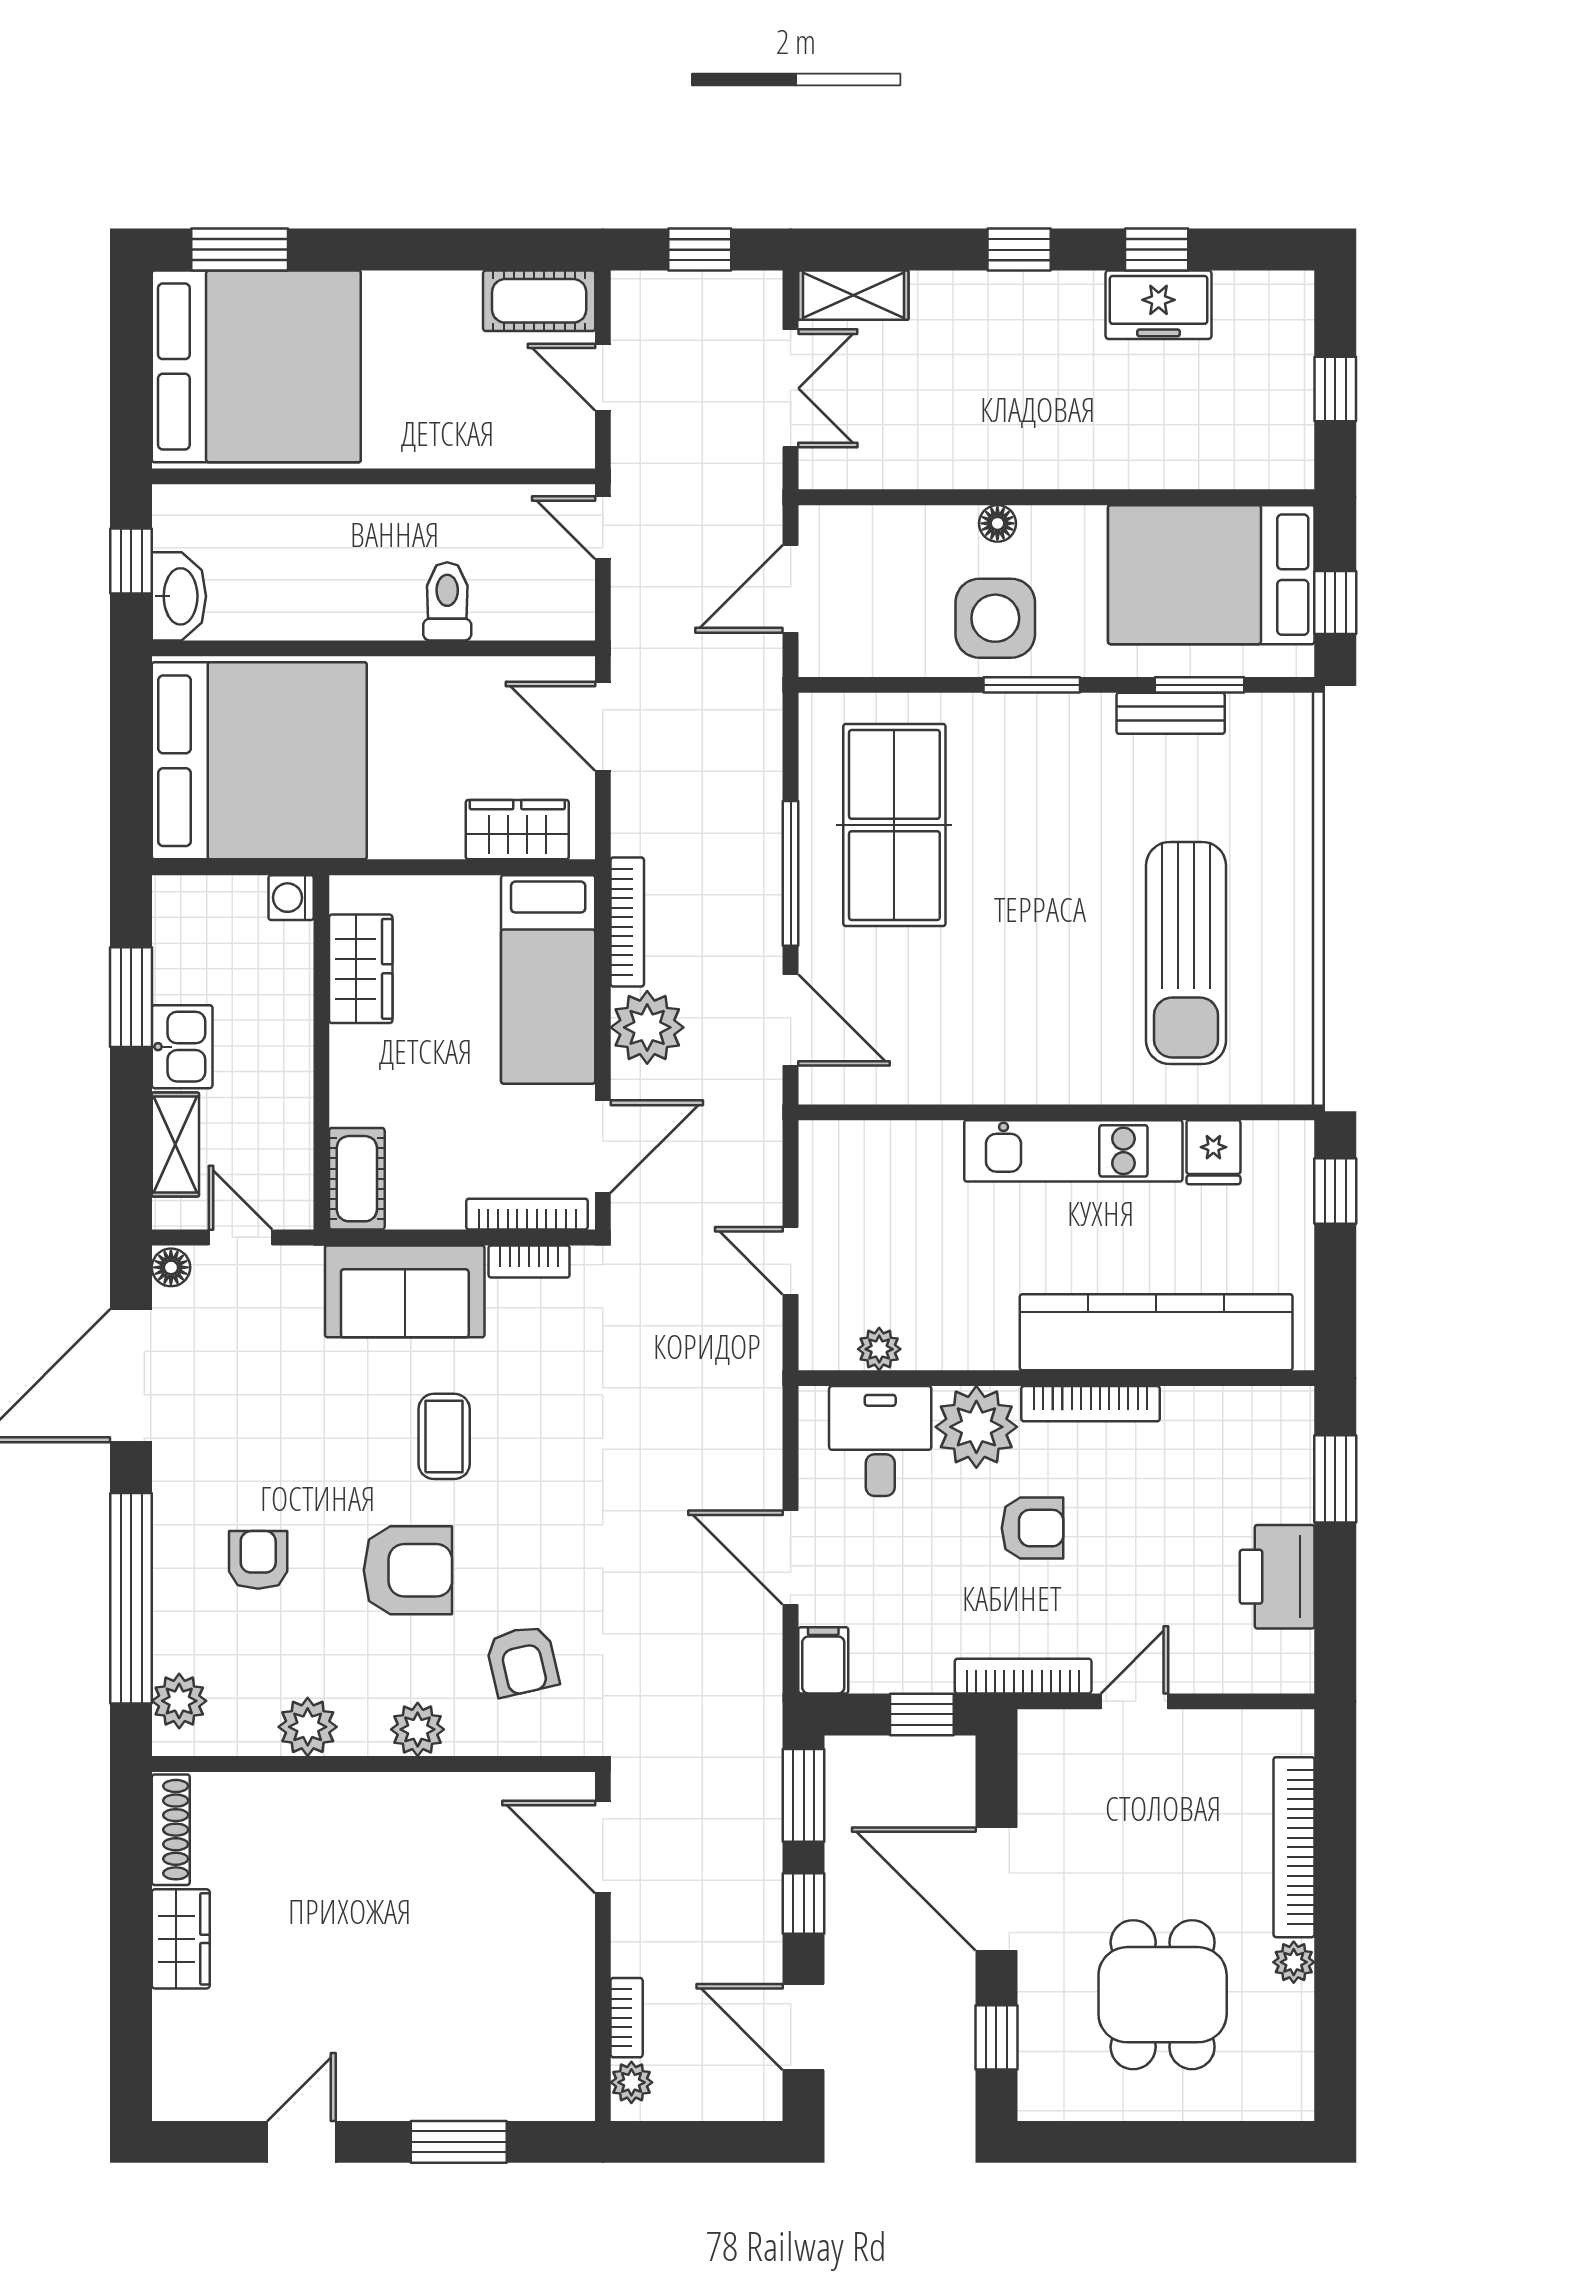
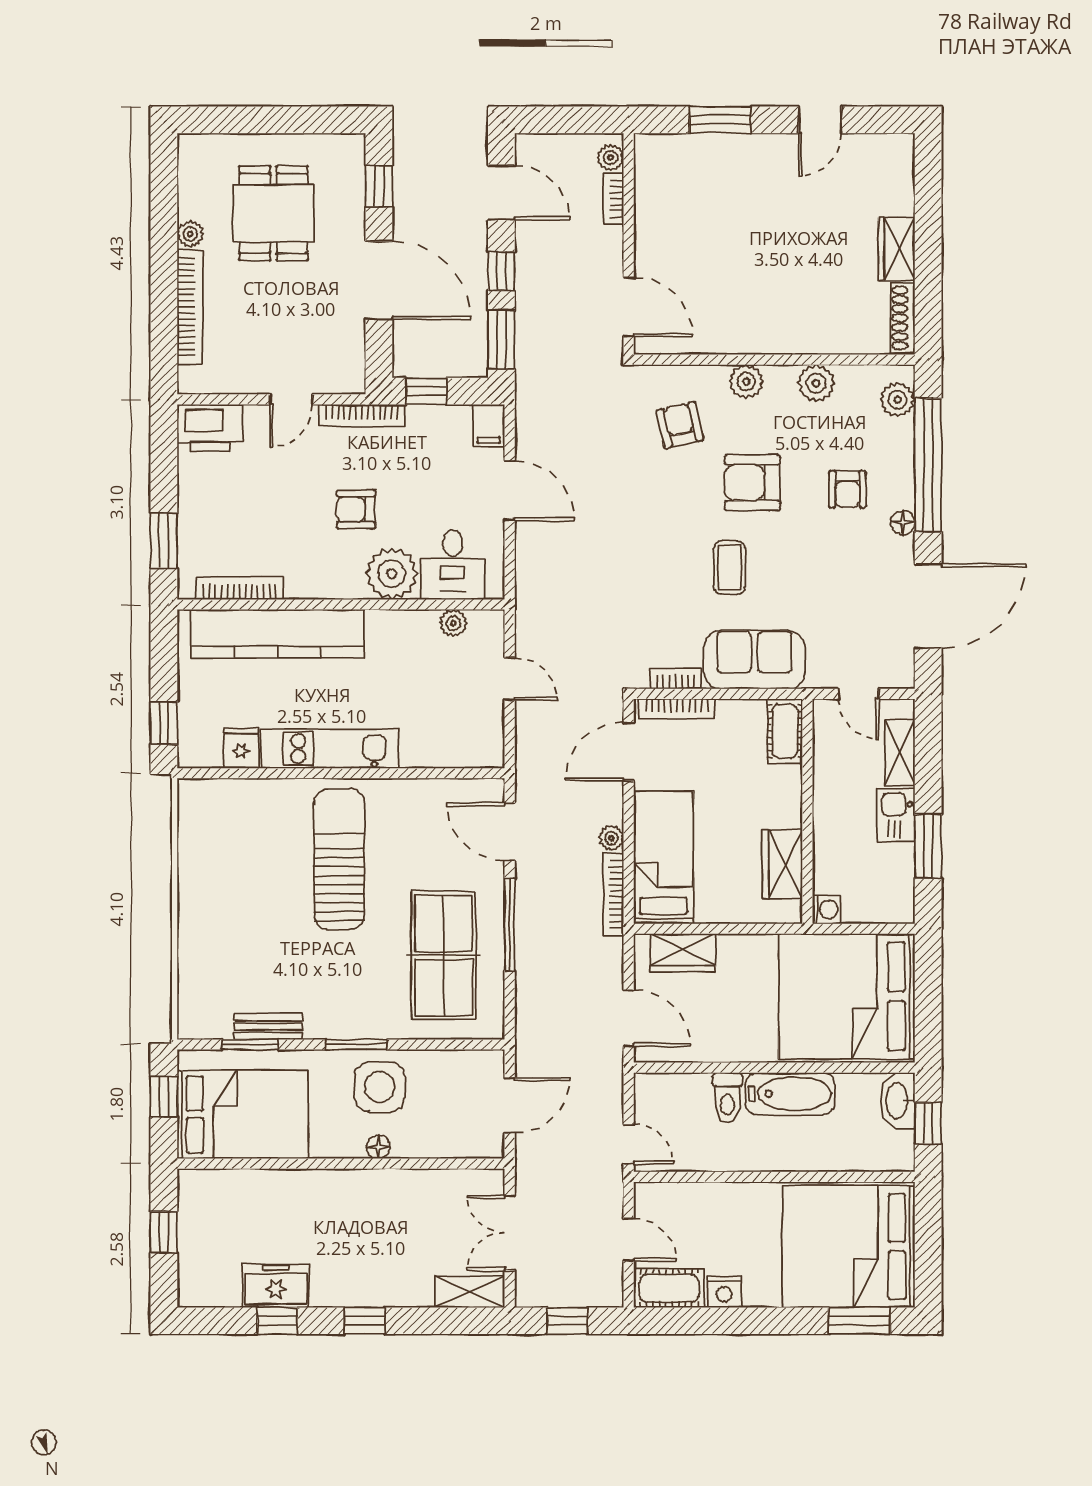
nightstand: (452, 295) -> (724, 1292), added
bathtub: (349, 607) -> (790, 1094), added
sun lounger: (1186, 953) -> (339, 859), moved
plant: (647, 1027) -> (611, 838), width x0.53, depth x0.53
floor lamp: (171, 1267) -> (903, 523), moved
bookcase: (1091, 1404) -> (239, 588), moved
printer: (1277, 1577) -> (210, 428), moved, turned 90

